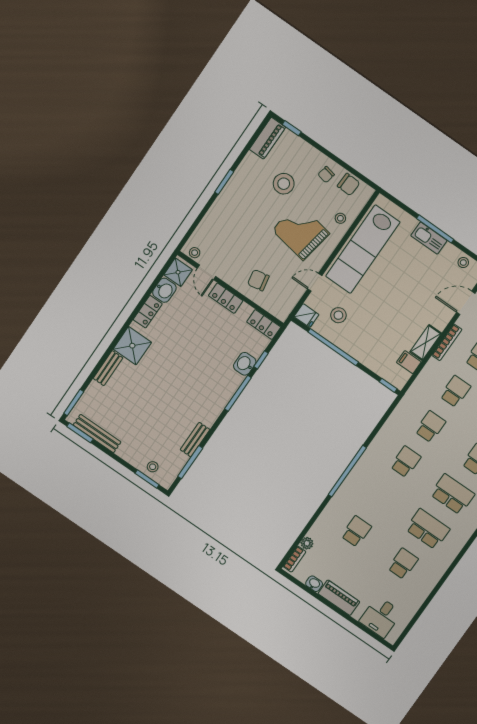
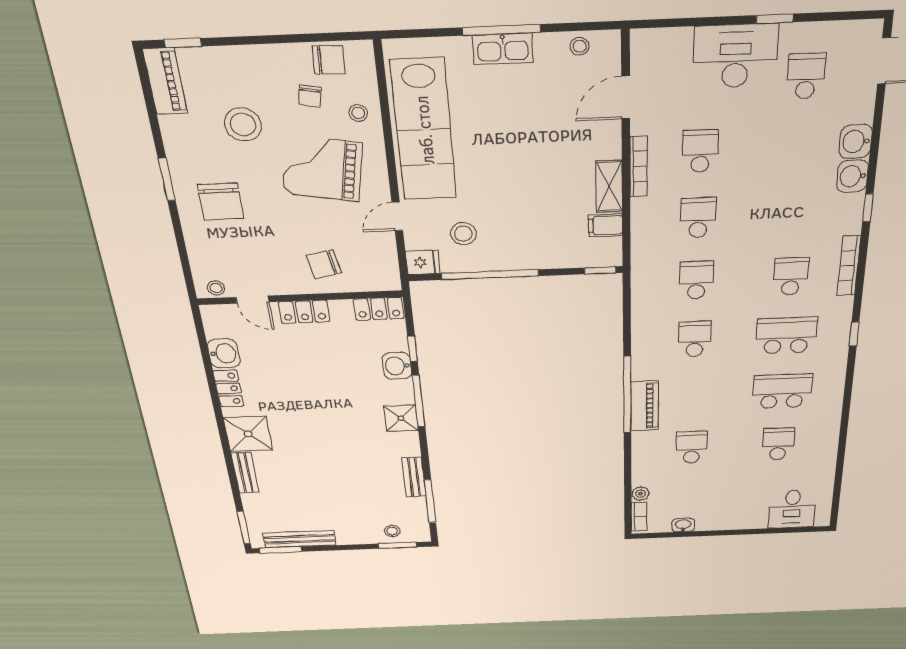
chair: (326, 175) -> (310, 96), moved
chair: (239, 212) -> (221, 202), added
shower: (178, 272) -> (401, 418), moved
piano: (339, 598) -> (645, 406), moved, turned 90

